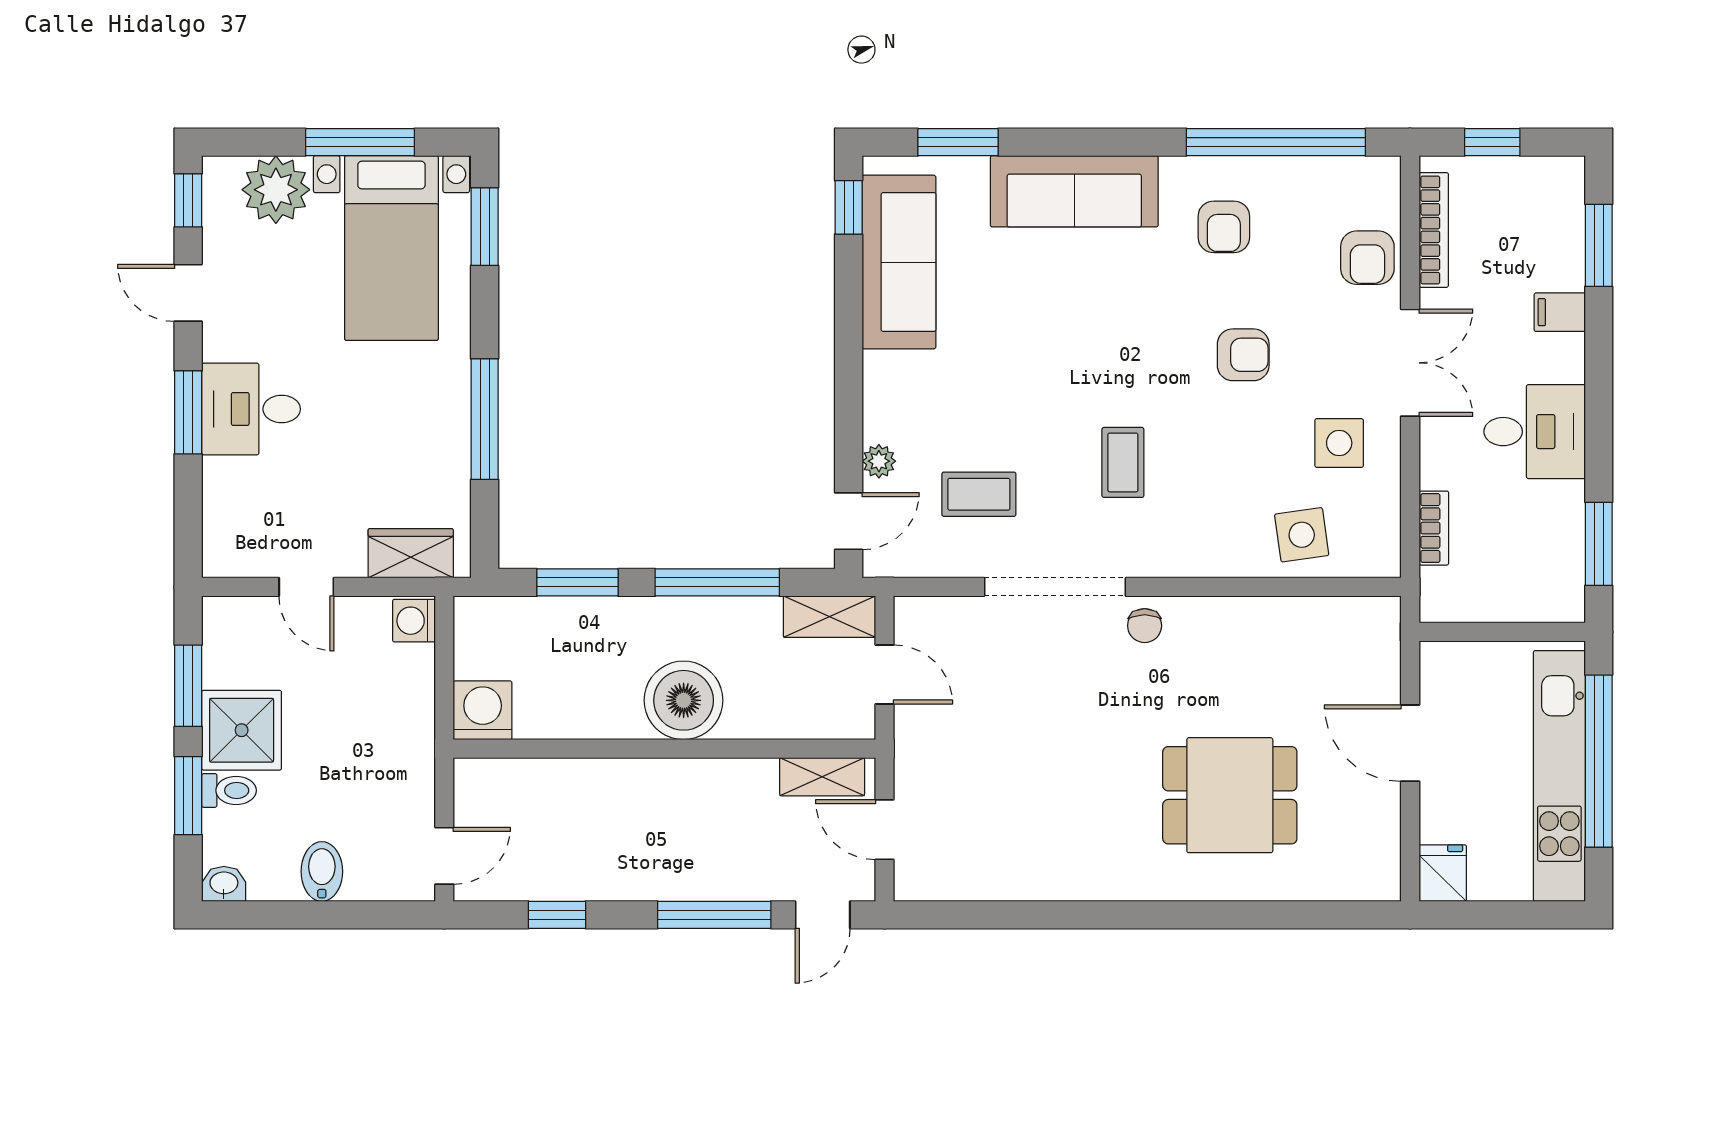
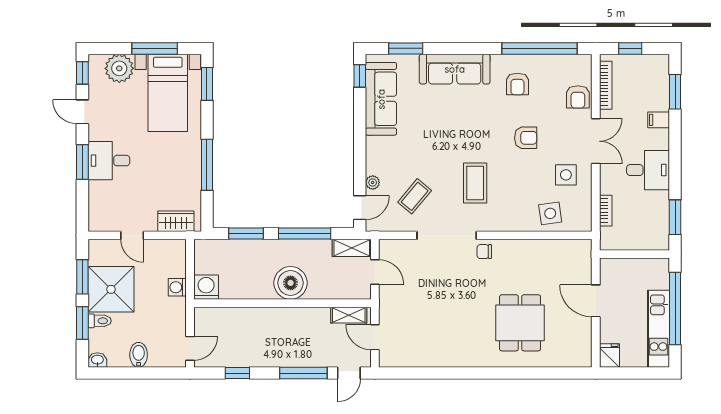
coffee table: (1123, 462) -> (475, 183), width x1.36, depth x1.30
coffee table: (979, 494) -> (415, 196), turned -50
washing machine: (414, 621) -> (177, 287), moved
chair: (1145, 626) -> (484, 252), turned 90
shower: (242, 730) -> (111, 289), width x1.37, depth x1.37
kitchen unit: (1559, 776) -> (658, 329), width x0.73
dining table: (1230, 795) -> (520, 323), turned 90

